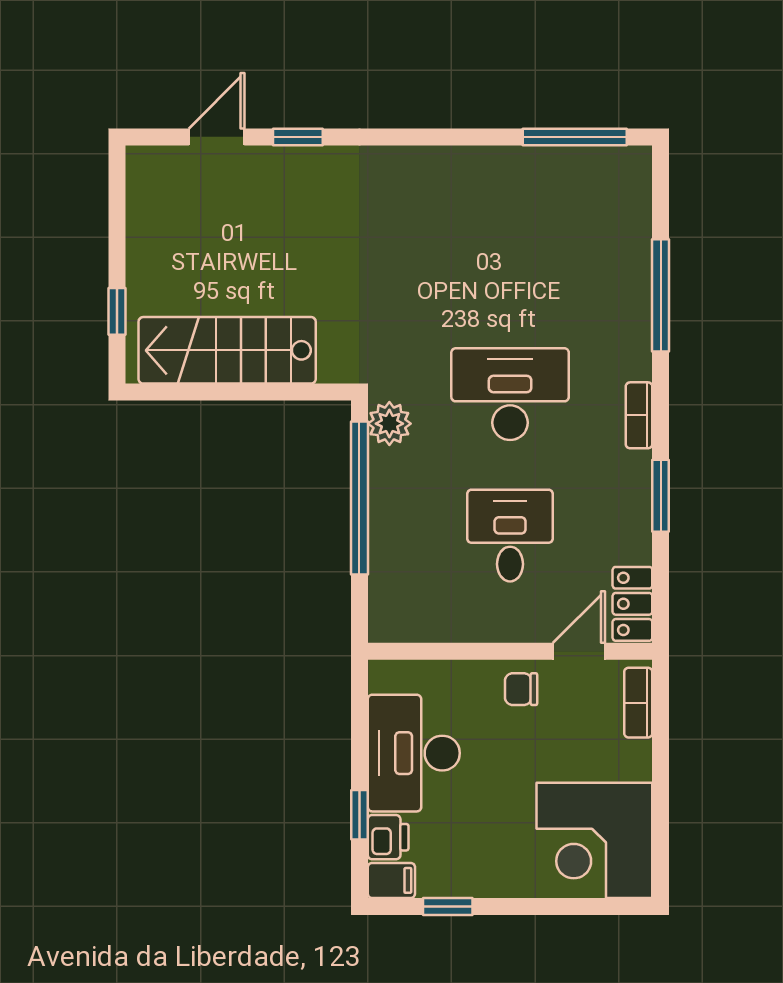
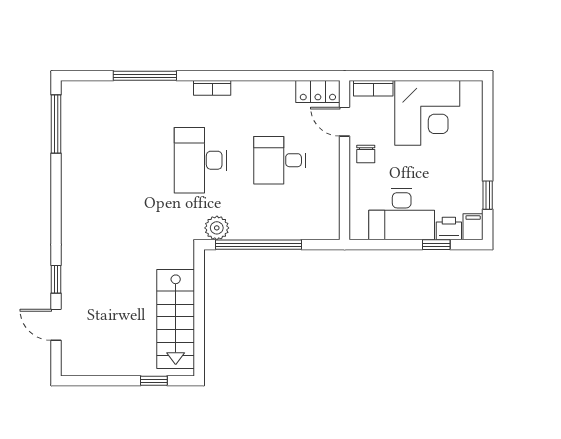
window: (661, 496) -> (257, 76), removed
corner desk: (594, 840) -> (427, 113), moved

